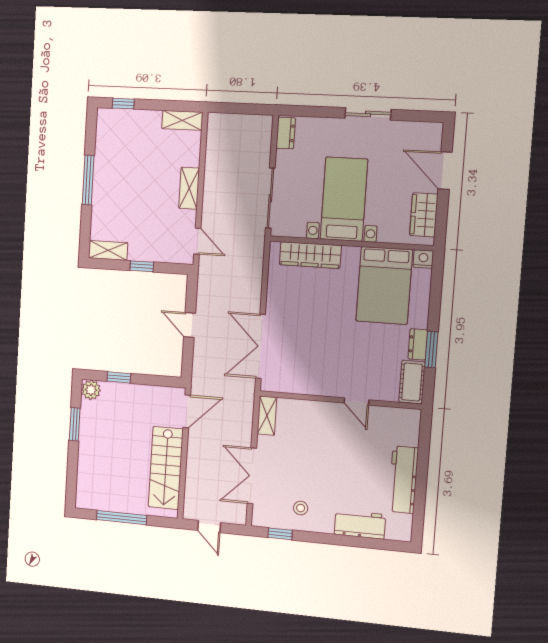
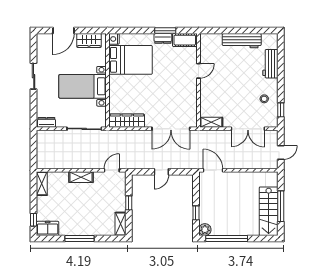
freezer: (108, 127) -> (48, 228), added
wardrobe: (310, 255) -> (127, 121), moved, turned -90
window: (75, 424) -> (227, 239), width x2.11
stairs: (166, 468) -> (269, 211), moved, turned 90

